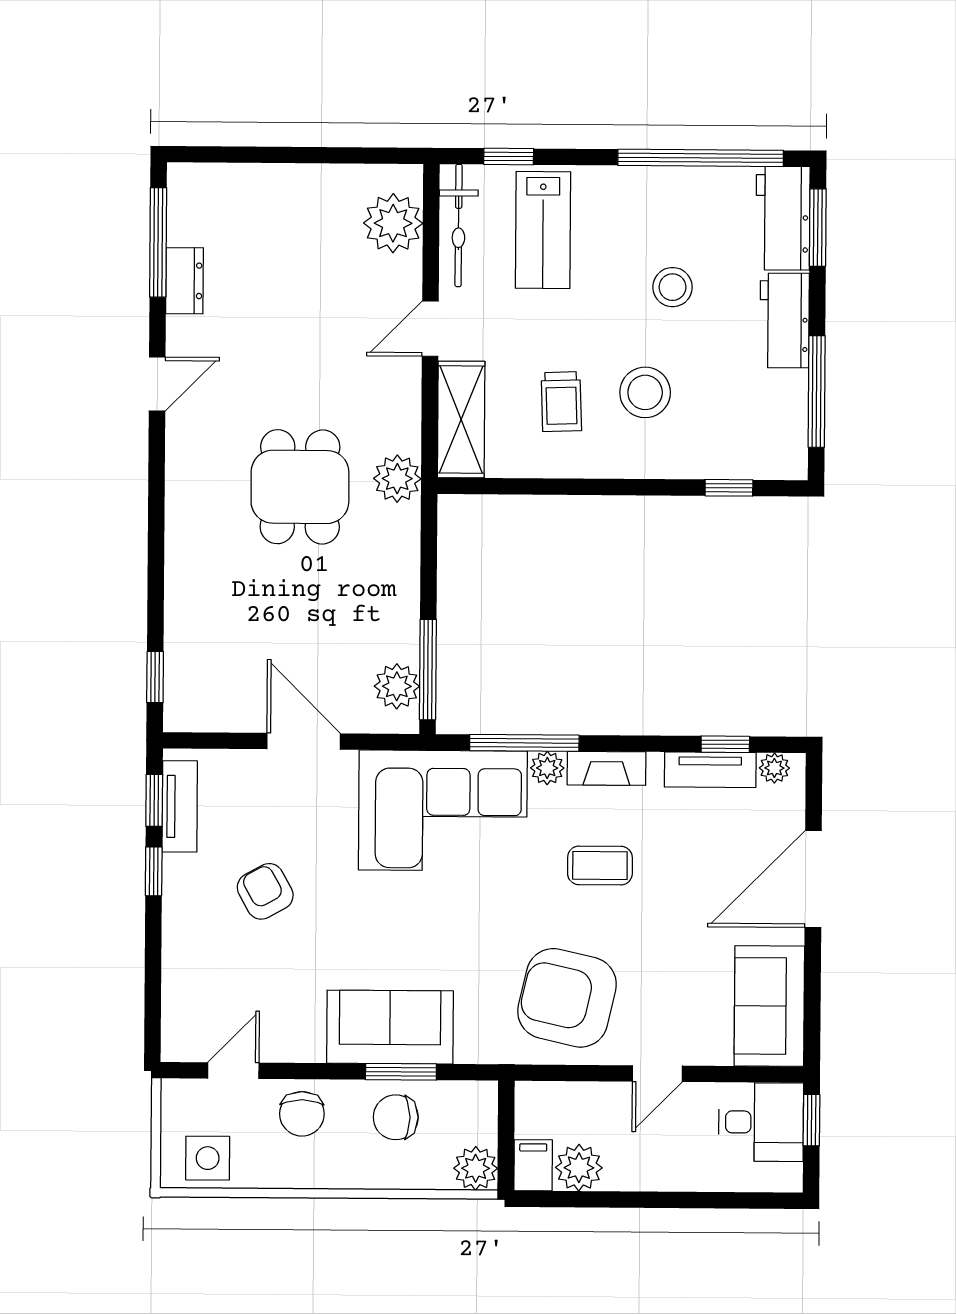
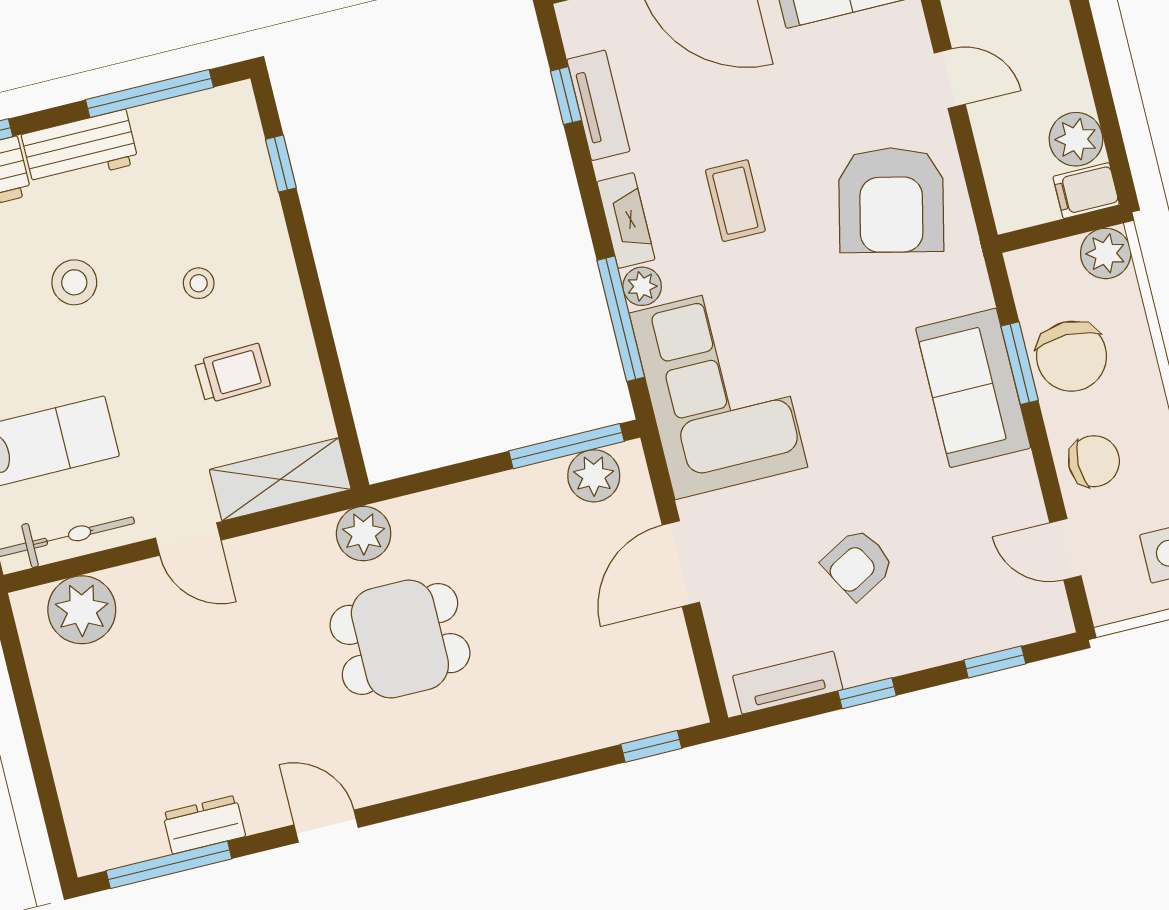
stool: (645, 392) -> (199, 283), width x0.53, depth x0.53
plant: (774, 768) -> (578, 35), removed
window: (154, 800) -> (995, 662), moved
chair: (396, 1117) -> (1072, 356), width x1.37, depth x1.37

